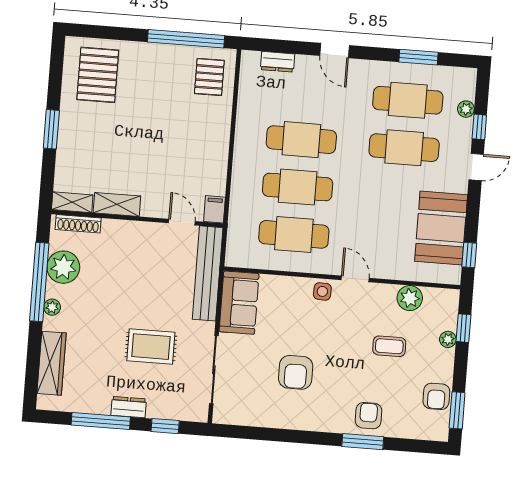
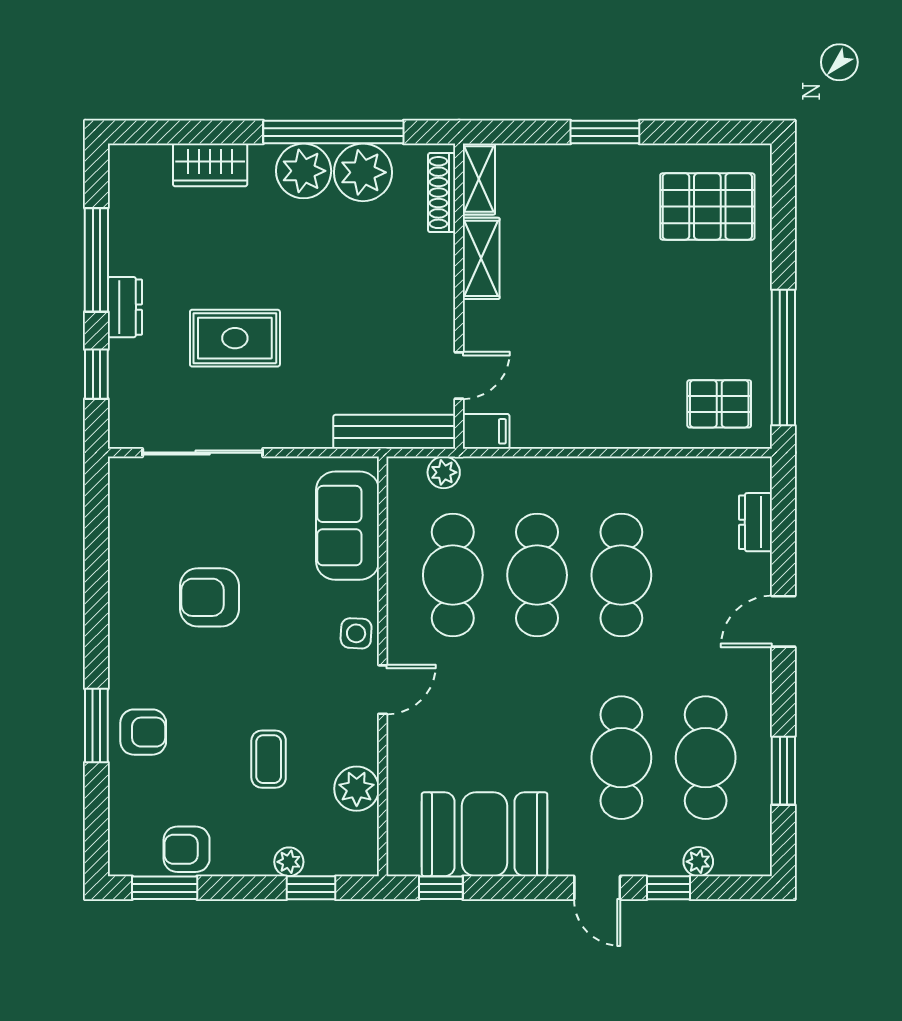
plant: (236, 235) -> (444, 472), added
bench: (208, 273) -> (394, 432), width x0.73, depth x0.82
sofa: (239, 303) -> (347, 526), moved, turned 90
plant: (52, 307) -> (304, 171), width x1.88, depth x1.88
rug: (151, 347) -> (235, 338), turned 90
wardrobe: (52, 363) -> (210, 165), width x0.67

